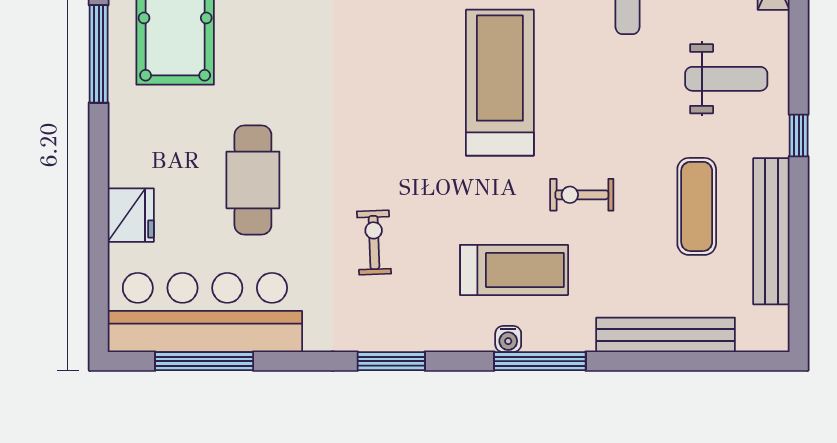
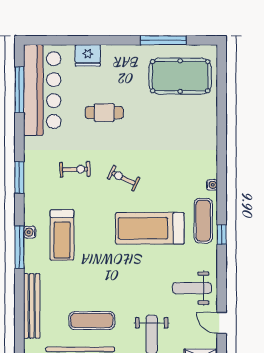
treadmill: (500, 83) -> (150, 228), turned 180
cafe table: (253, 180) -> (104, 113), width x0.73, depth x0.74
exercise bike: (582, 195) -> (124, 178), moved, turned -64

